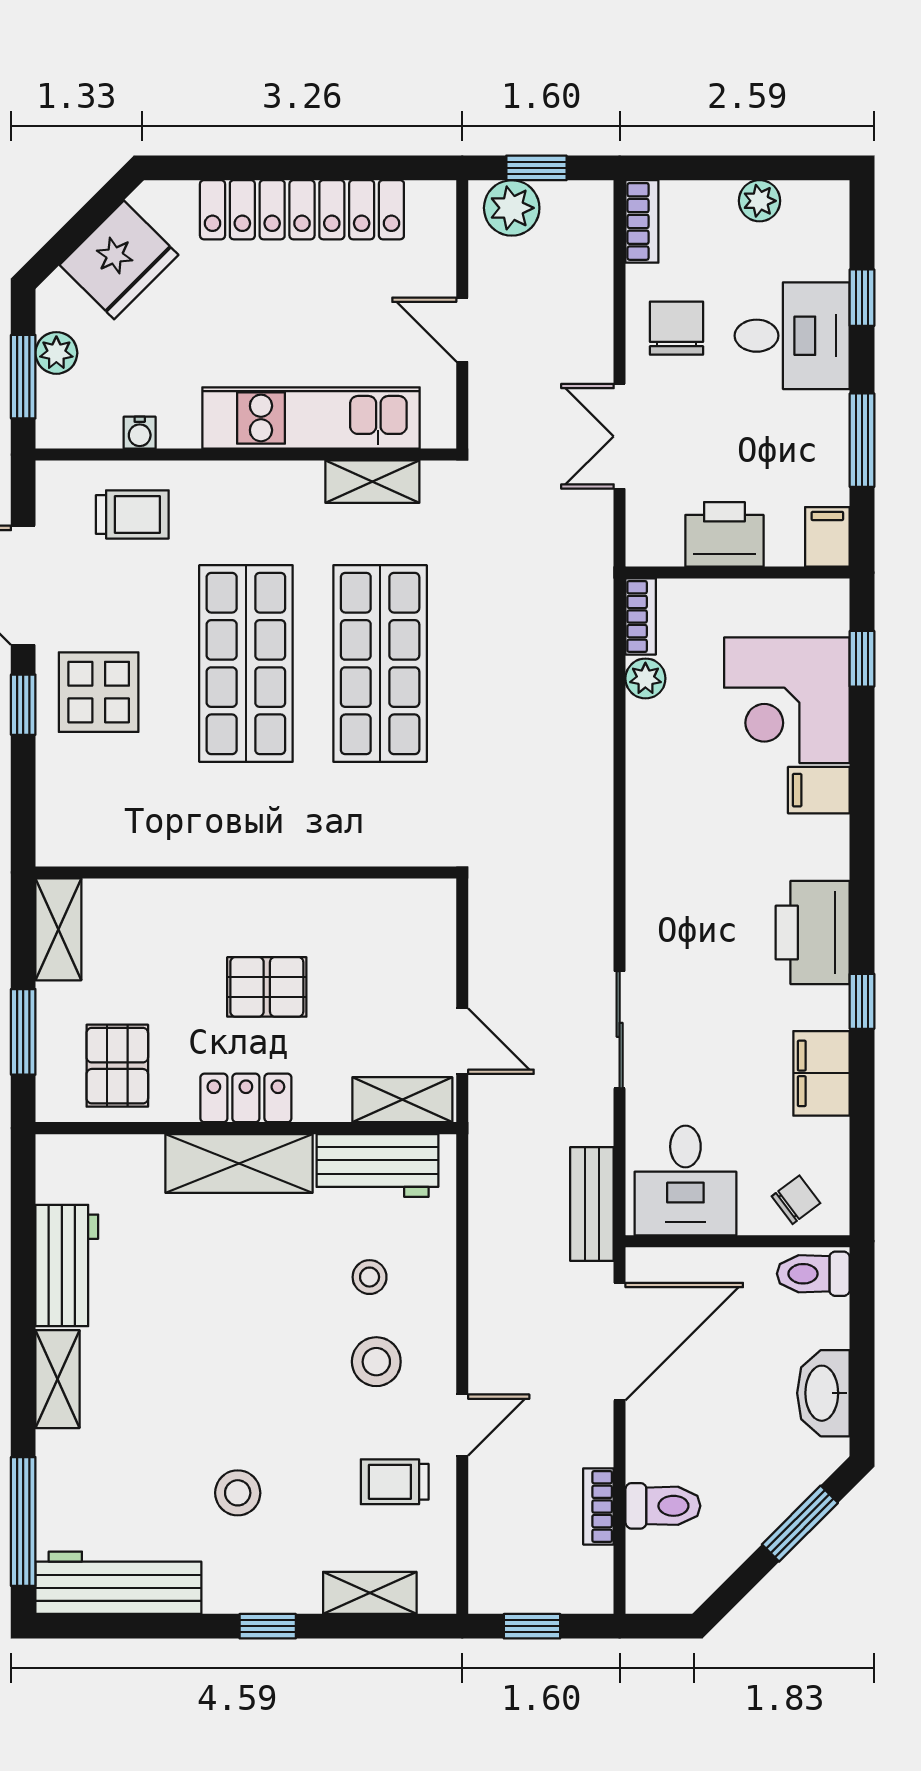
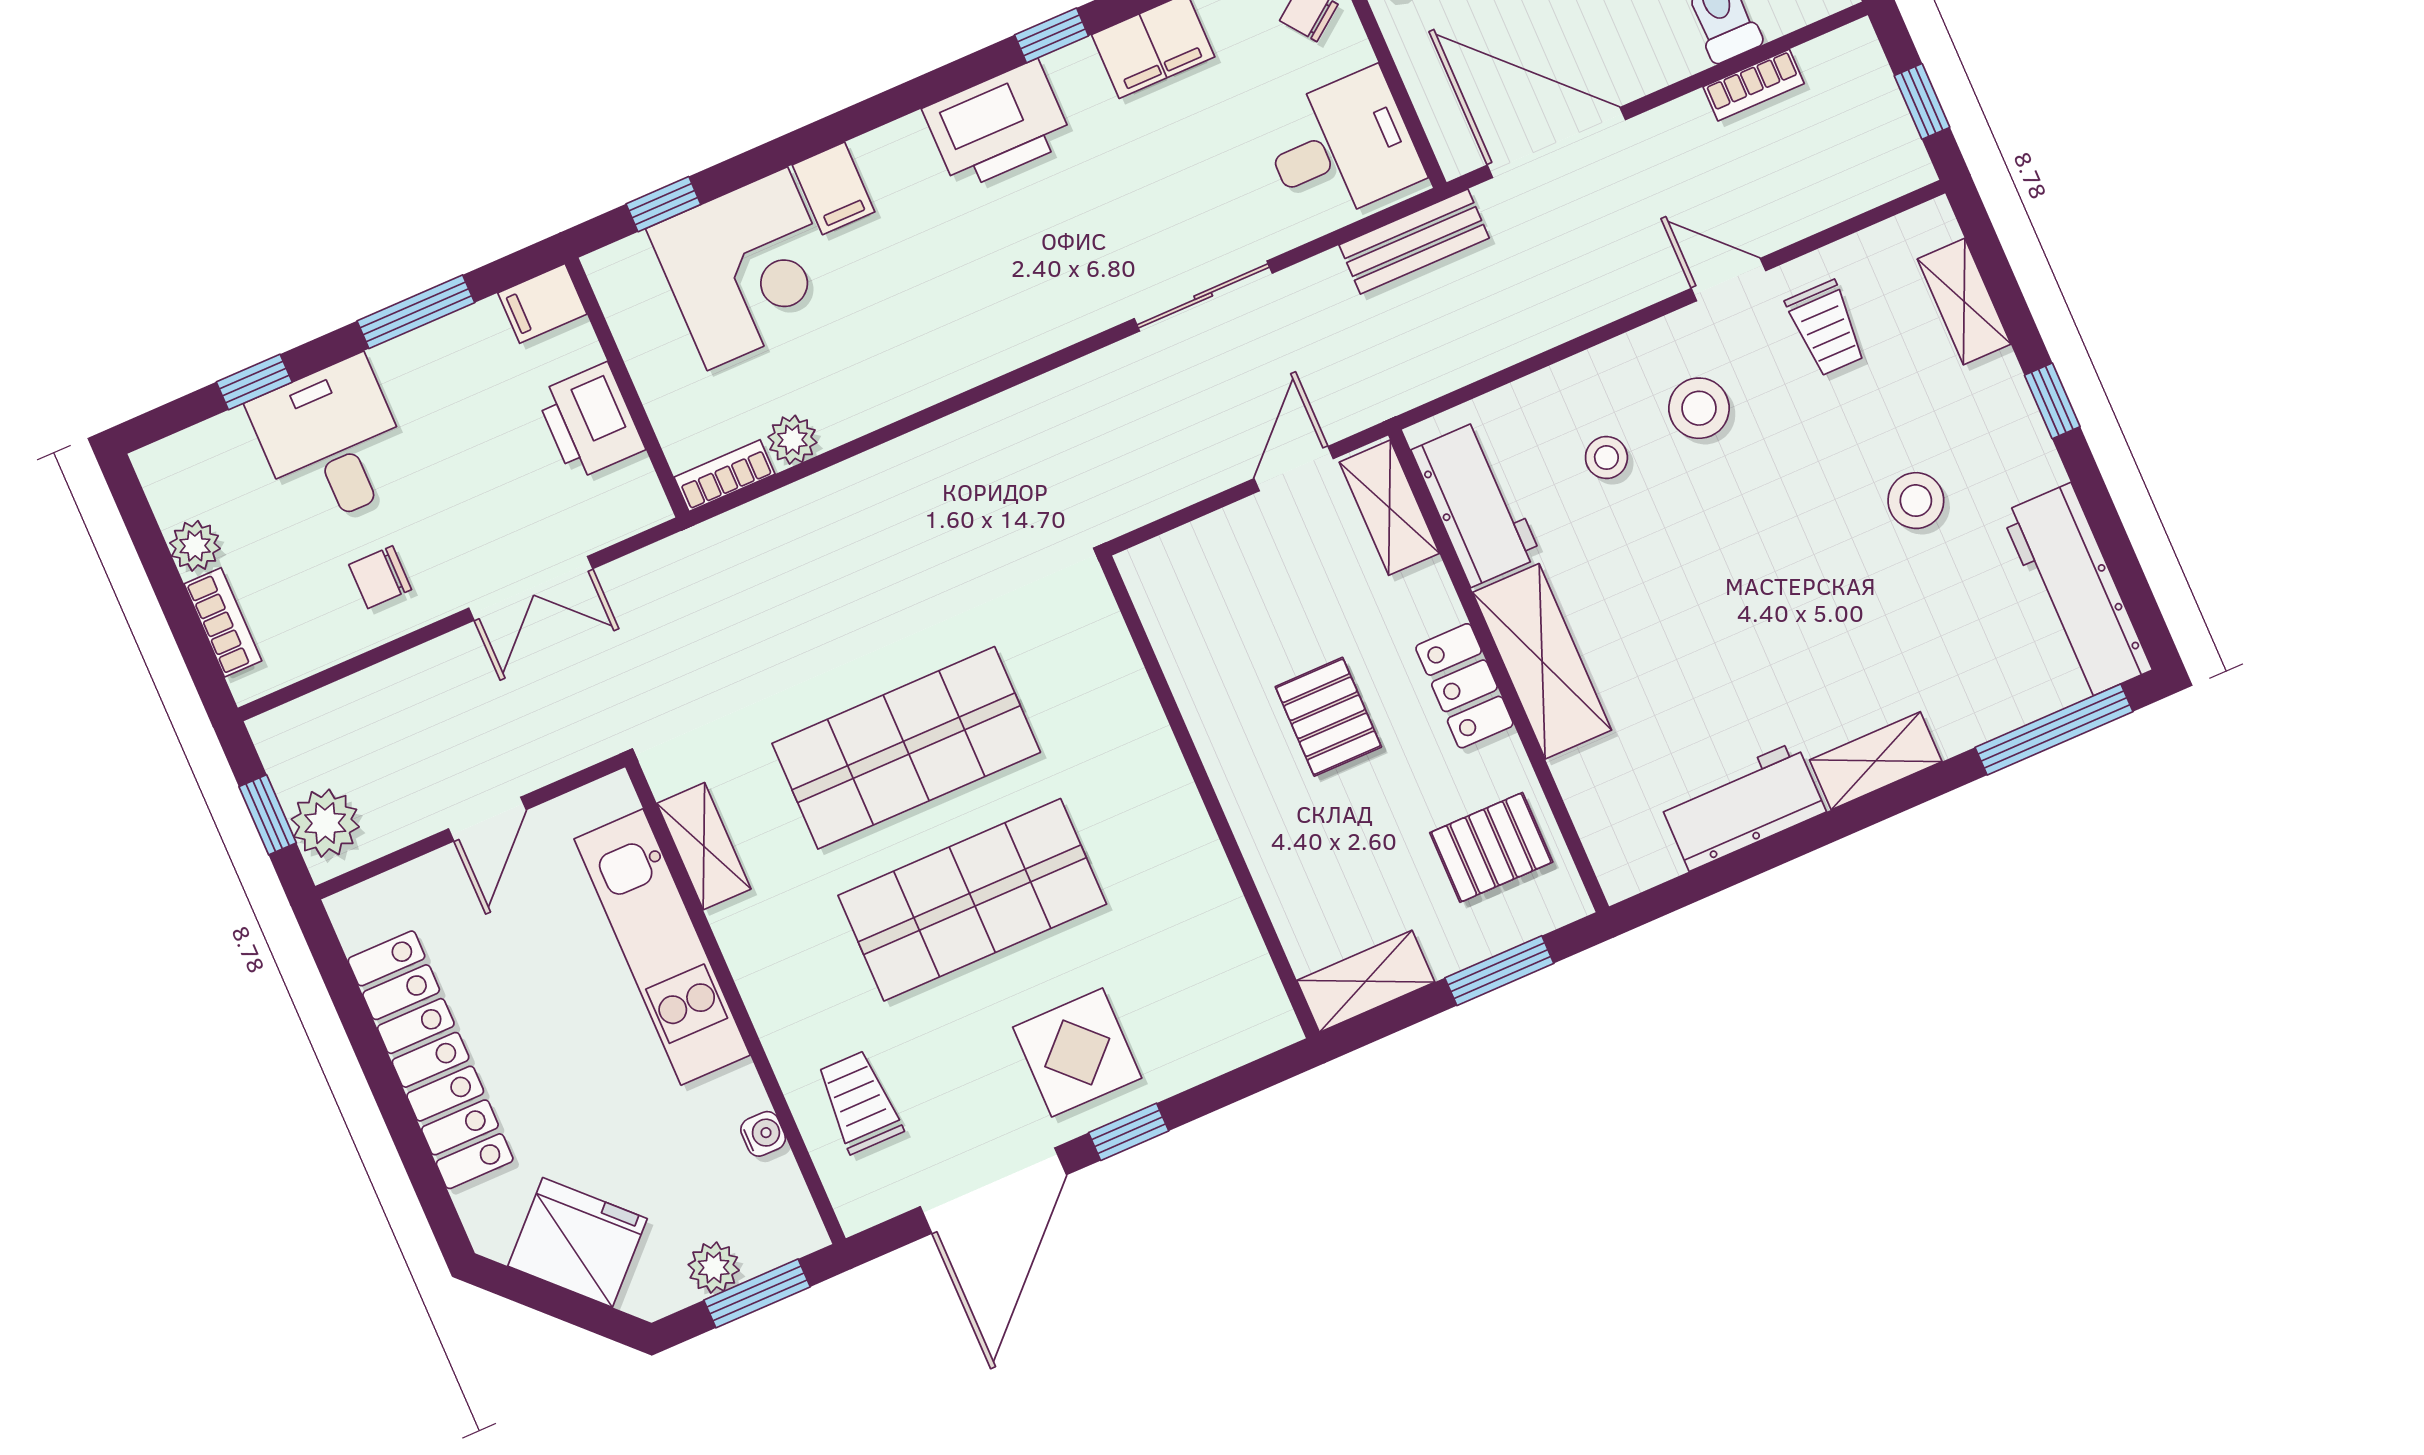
bookcase: (642, 221) -> (223, 622), moved, turned 90
chair: (677, 328) -> (380, 577), width x0.73, depth x0.73

